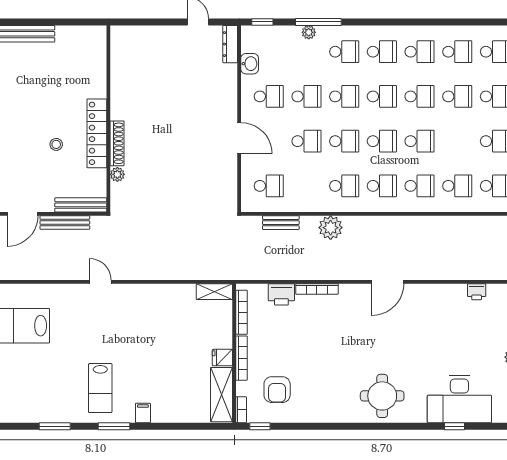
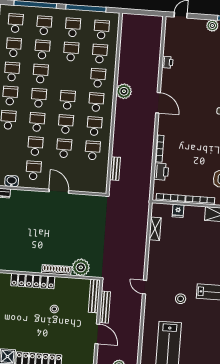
locker: (97, 133) -> (33, 281), moved
door: (239, 138) -> (59, 191), hinge flipped
school desk: (420, 141) -> (71, 52), moved
plant: (117, 174) -> (81, 267), width x1.88, depth x1.88
school desk: (269, 186) -> (93, 150), moved
plant: (331, 228) -> (124, 91), moved
door: (100, 282) -> (145, 287), hinge flipped
shelving: (214, 292) -> (155, 229), moved
printer: (477, 292) -> (167, 62), moved
stool: (86, 339) -> (181, 299), added
fridge: (222, 358) -> (178, 211), moved

